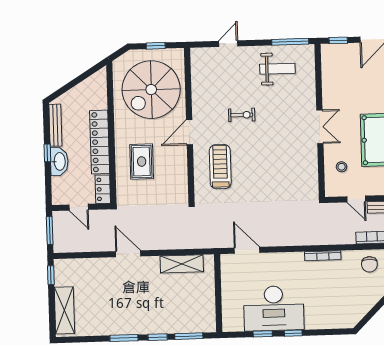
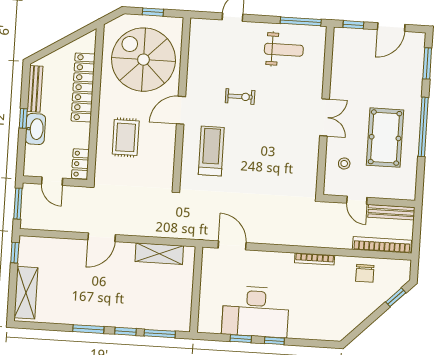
spiral stairs: (151, 90) -> (143, 60), turned 90
locker: (100, 142) -> (83, 87), moved
door: (128, 254) -> (102, 237), swing flipped

